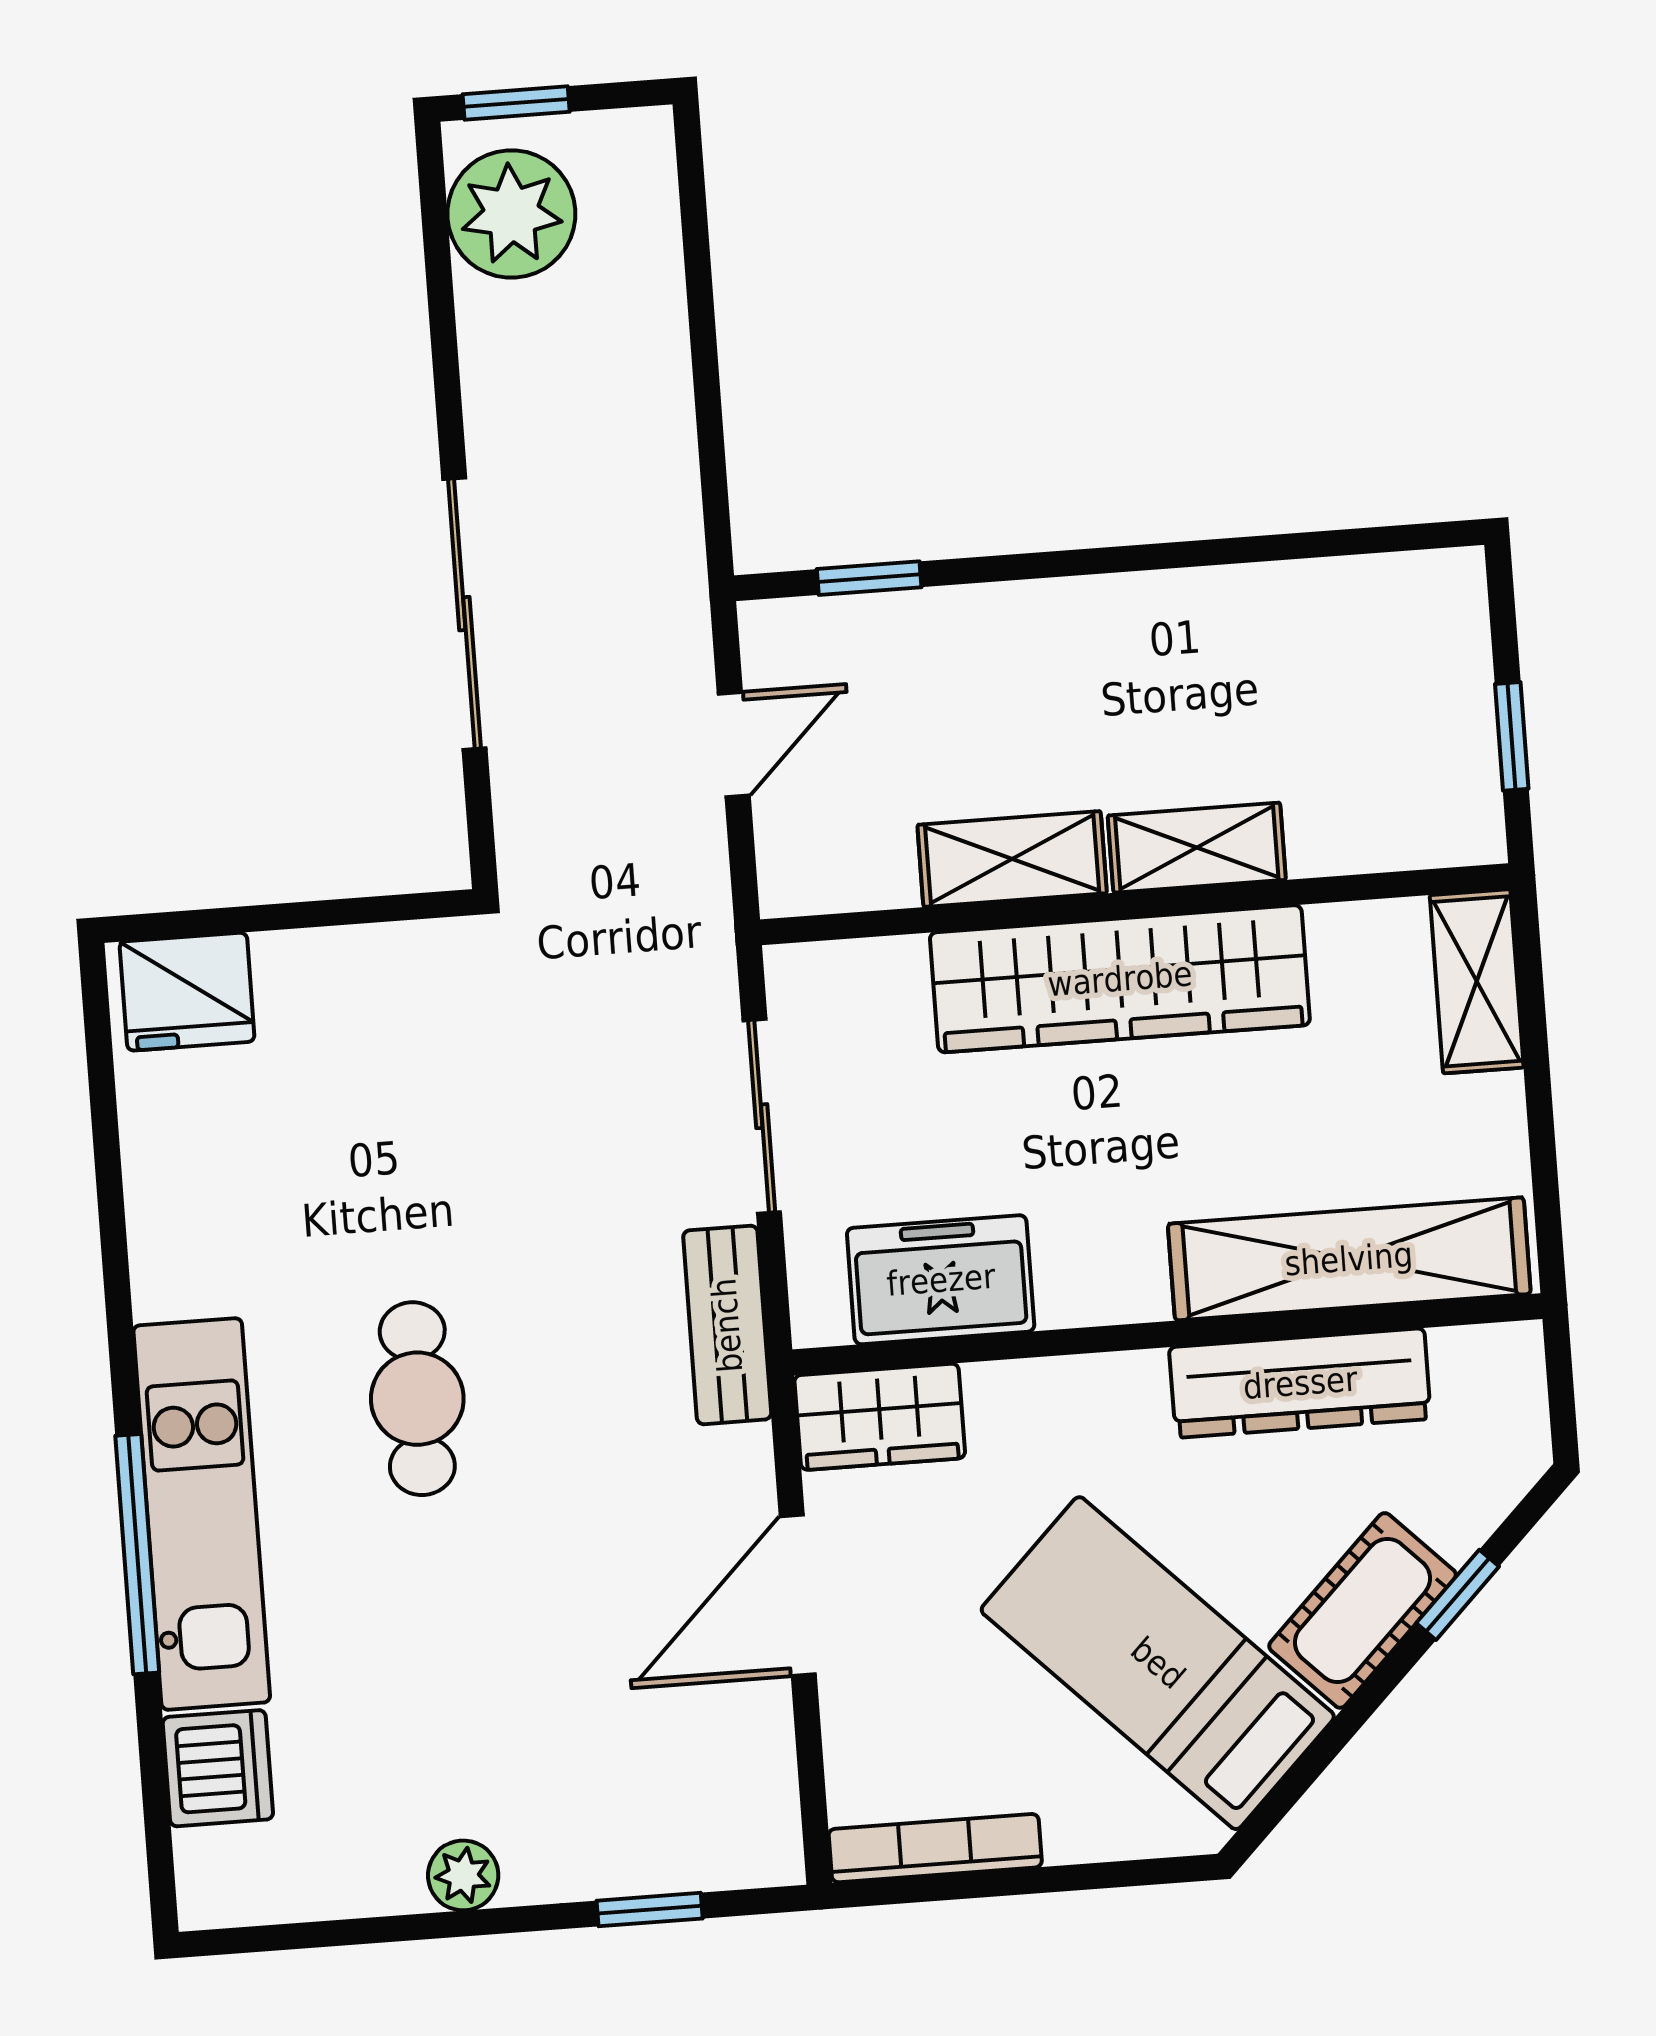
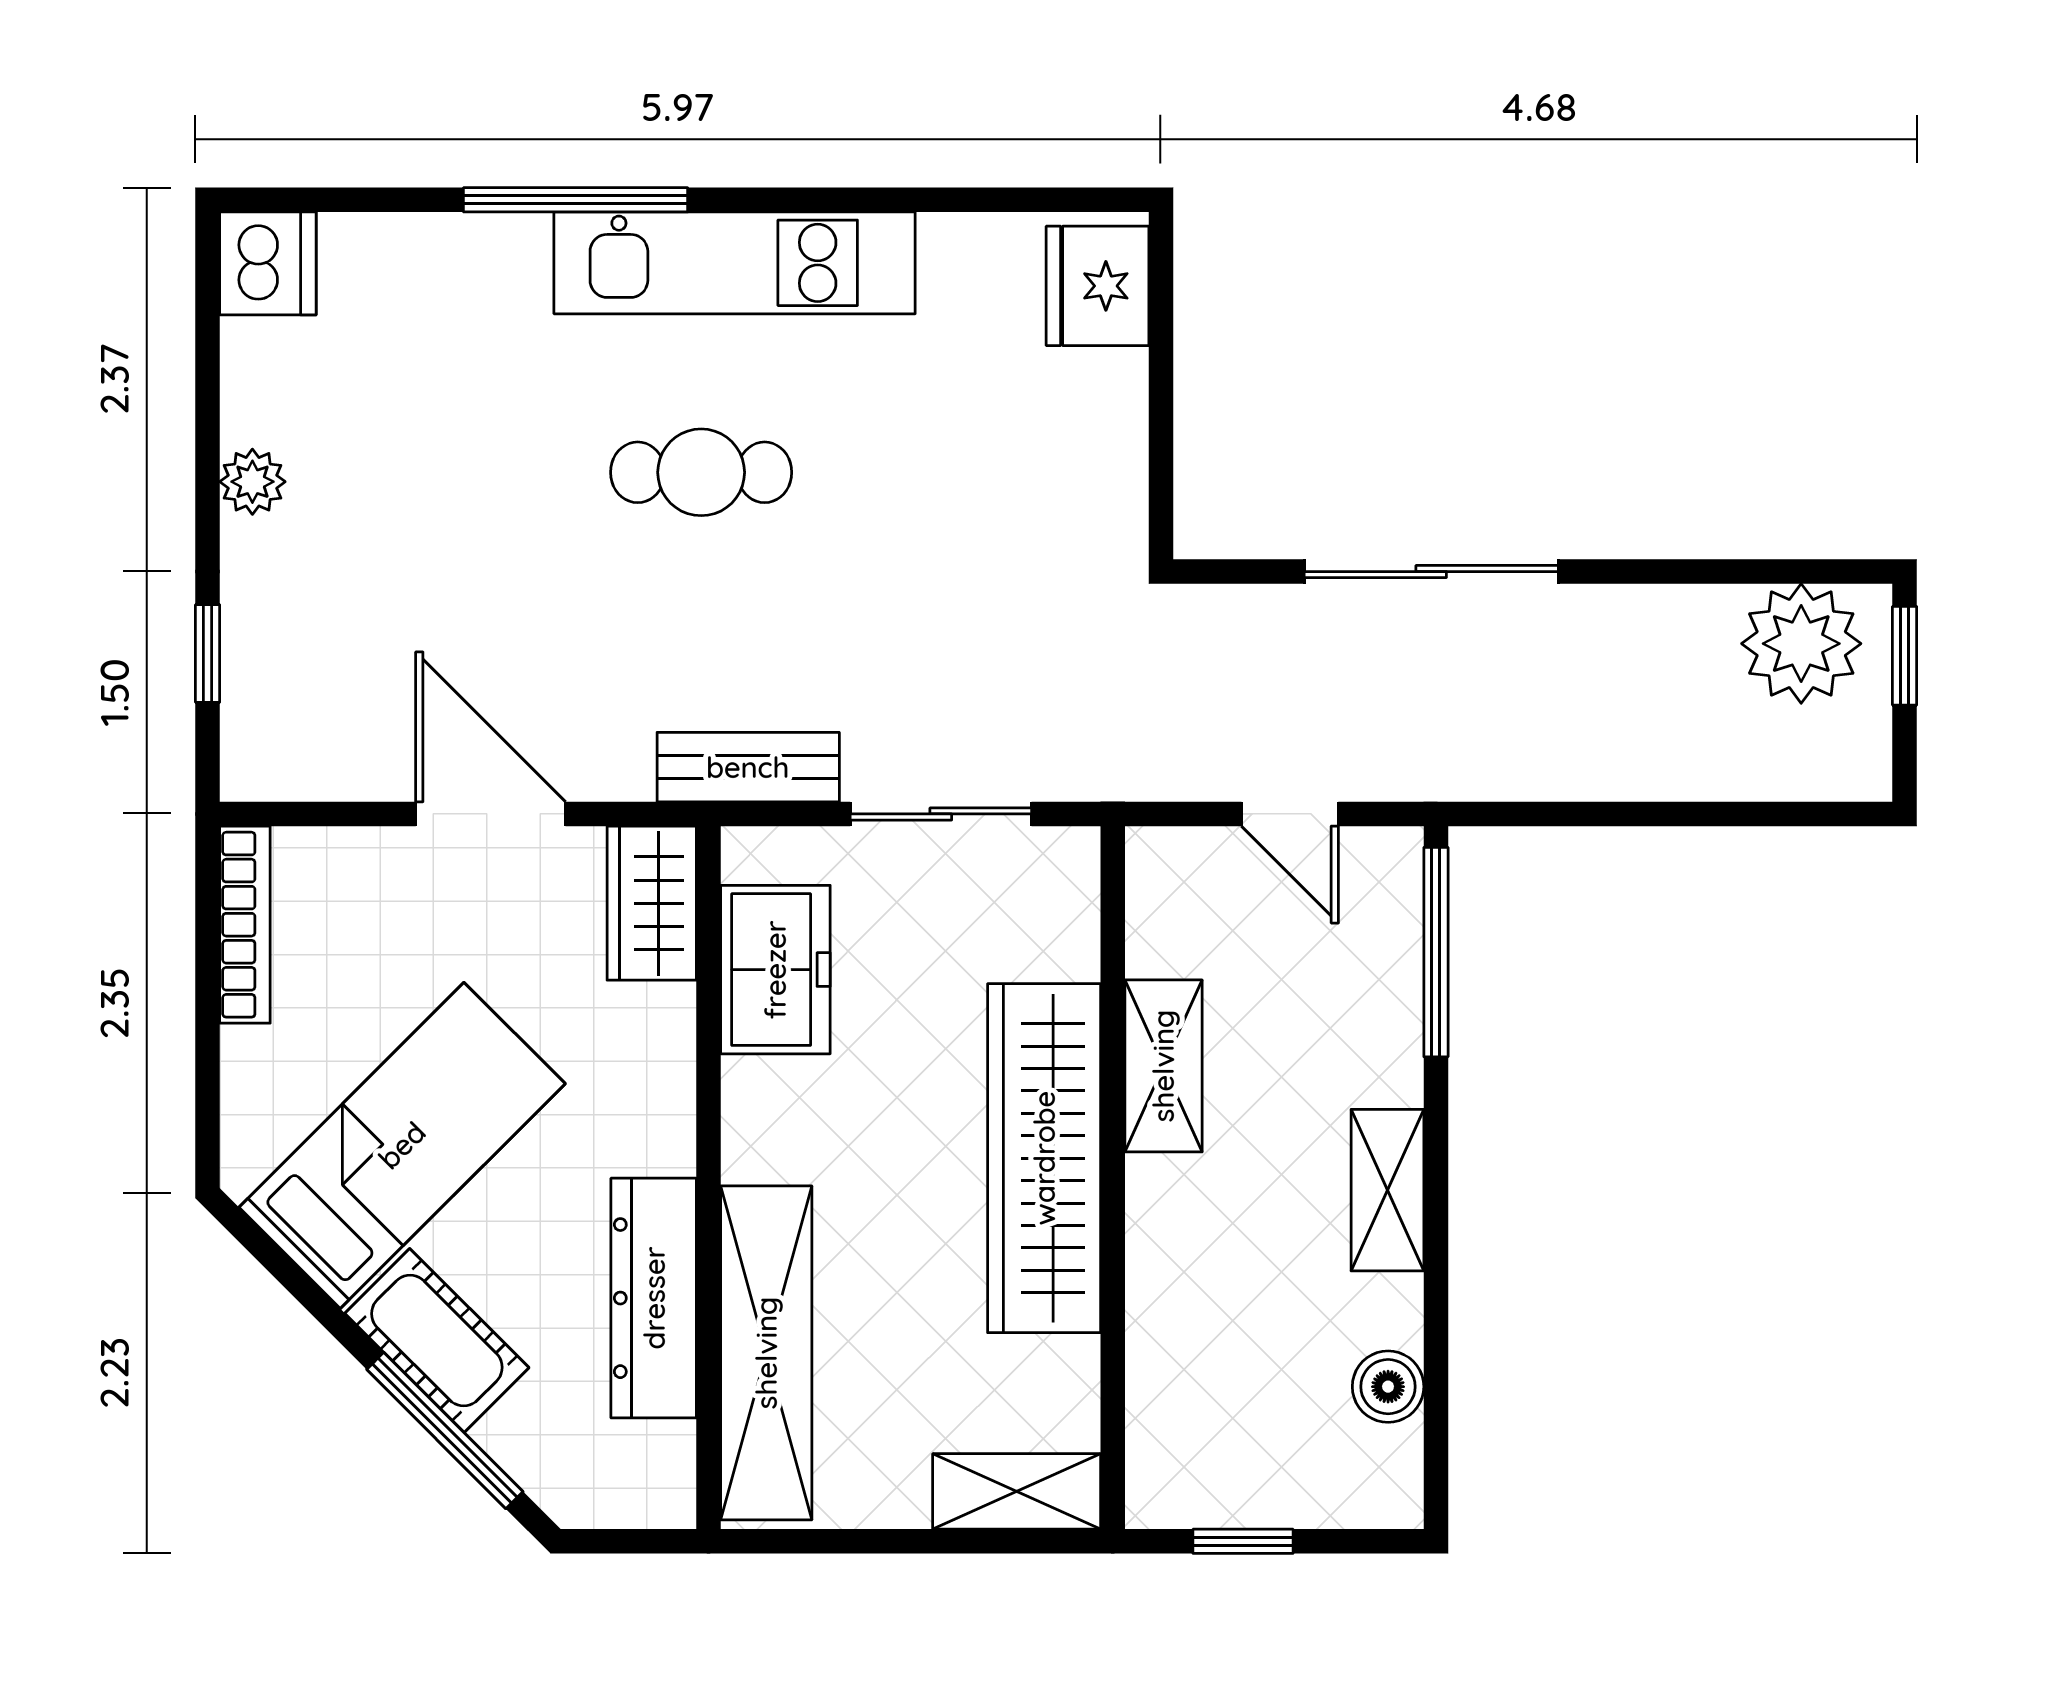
window: (869, 578) -> (1436, 952), width x2.17
boiler: (1335, 594) -> (1388, 1387), added
shelving: (1197, 848) -> (1387, 1190), moved
kitchen unit: (202, 1514) -> (735, 263), moved
window: (1458, 1595) -> (445, 1431), width x2.17
dishwasher: (218, 1768) -> (268, 263), moved, turned -90

